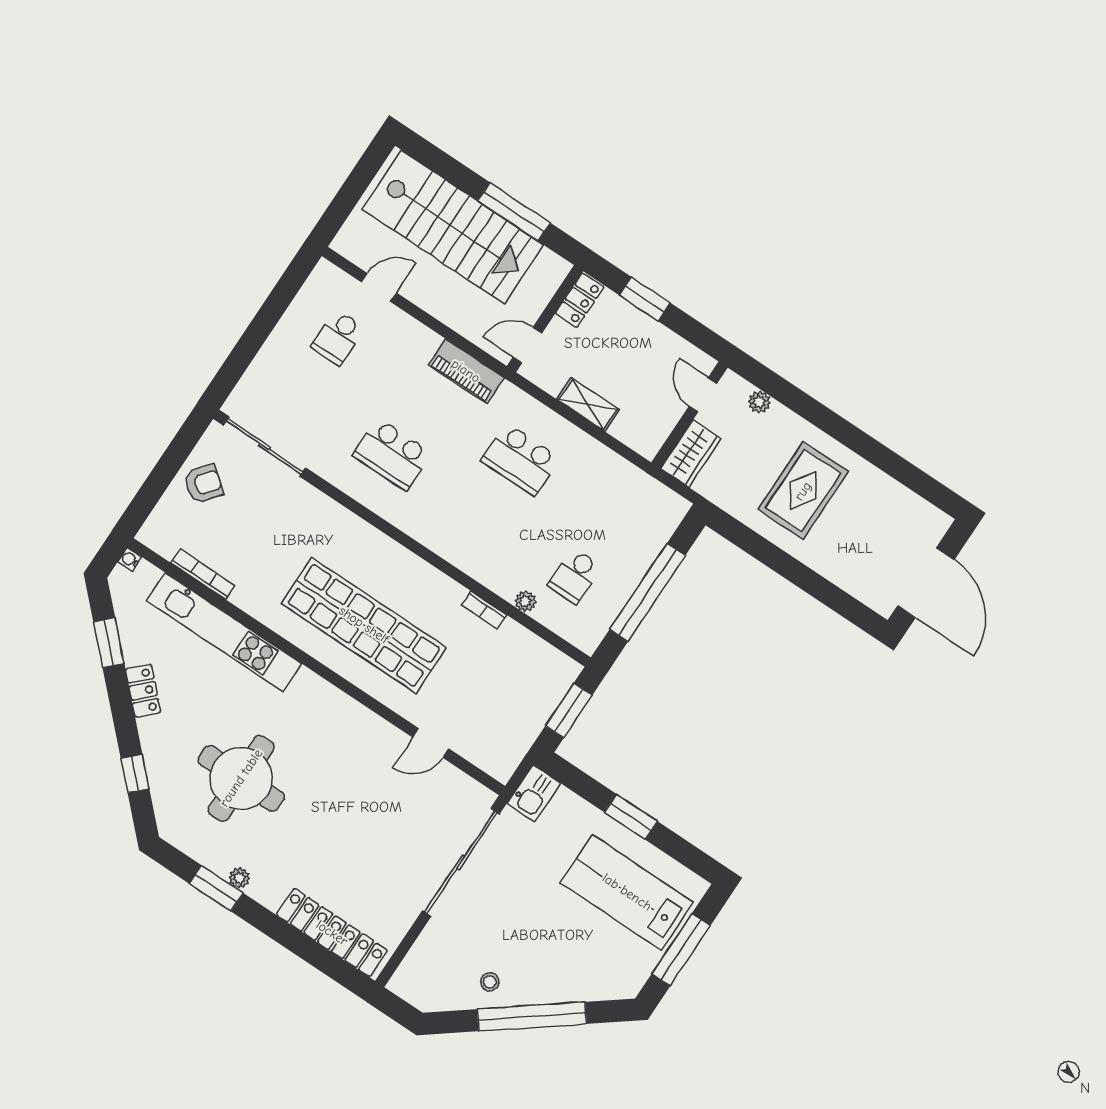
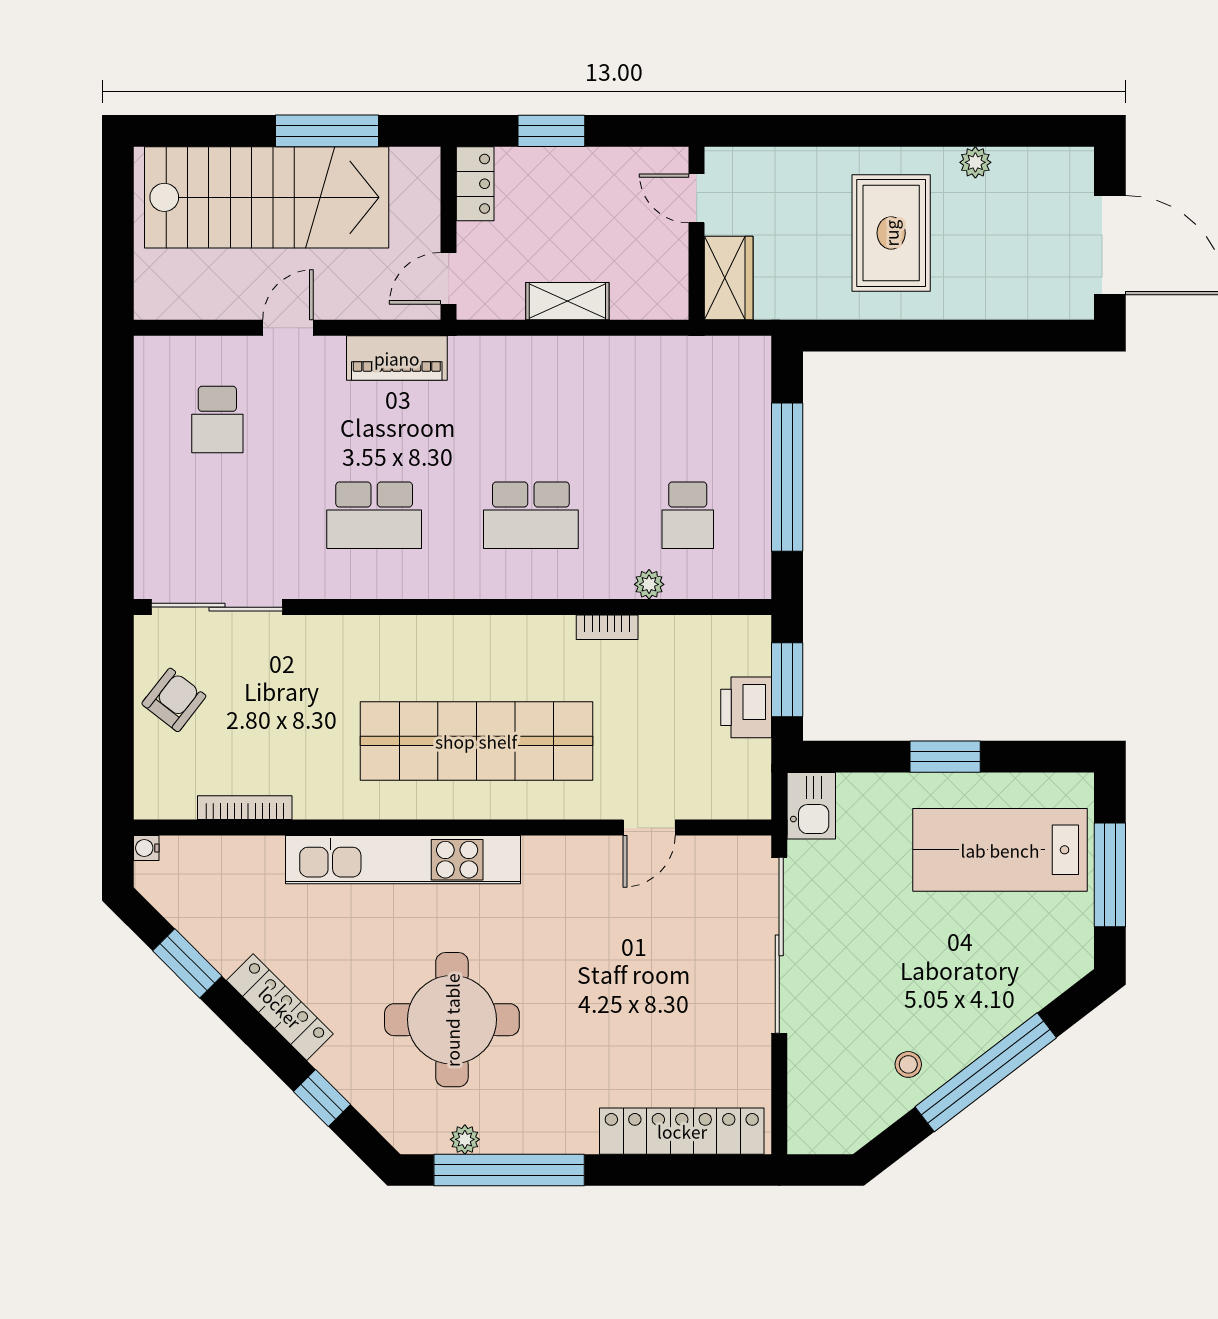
door: (379, 287) -> (288, 328), moved
plant: (759, 402) -> (975, 162), moved
school desk: (521, 459) -> (531, 515), moved
kitchen unit: (224, 632) -> (403, 860), moved
locker: (143, 691) -> (280, 1007), width x1.53
printer: (534, 711) -> (746, 707), added
plant: (239, 878) -> (465, 1139), moved
window: (216, 888) -> (509, 1170), width x2.11

